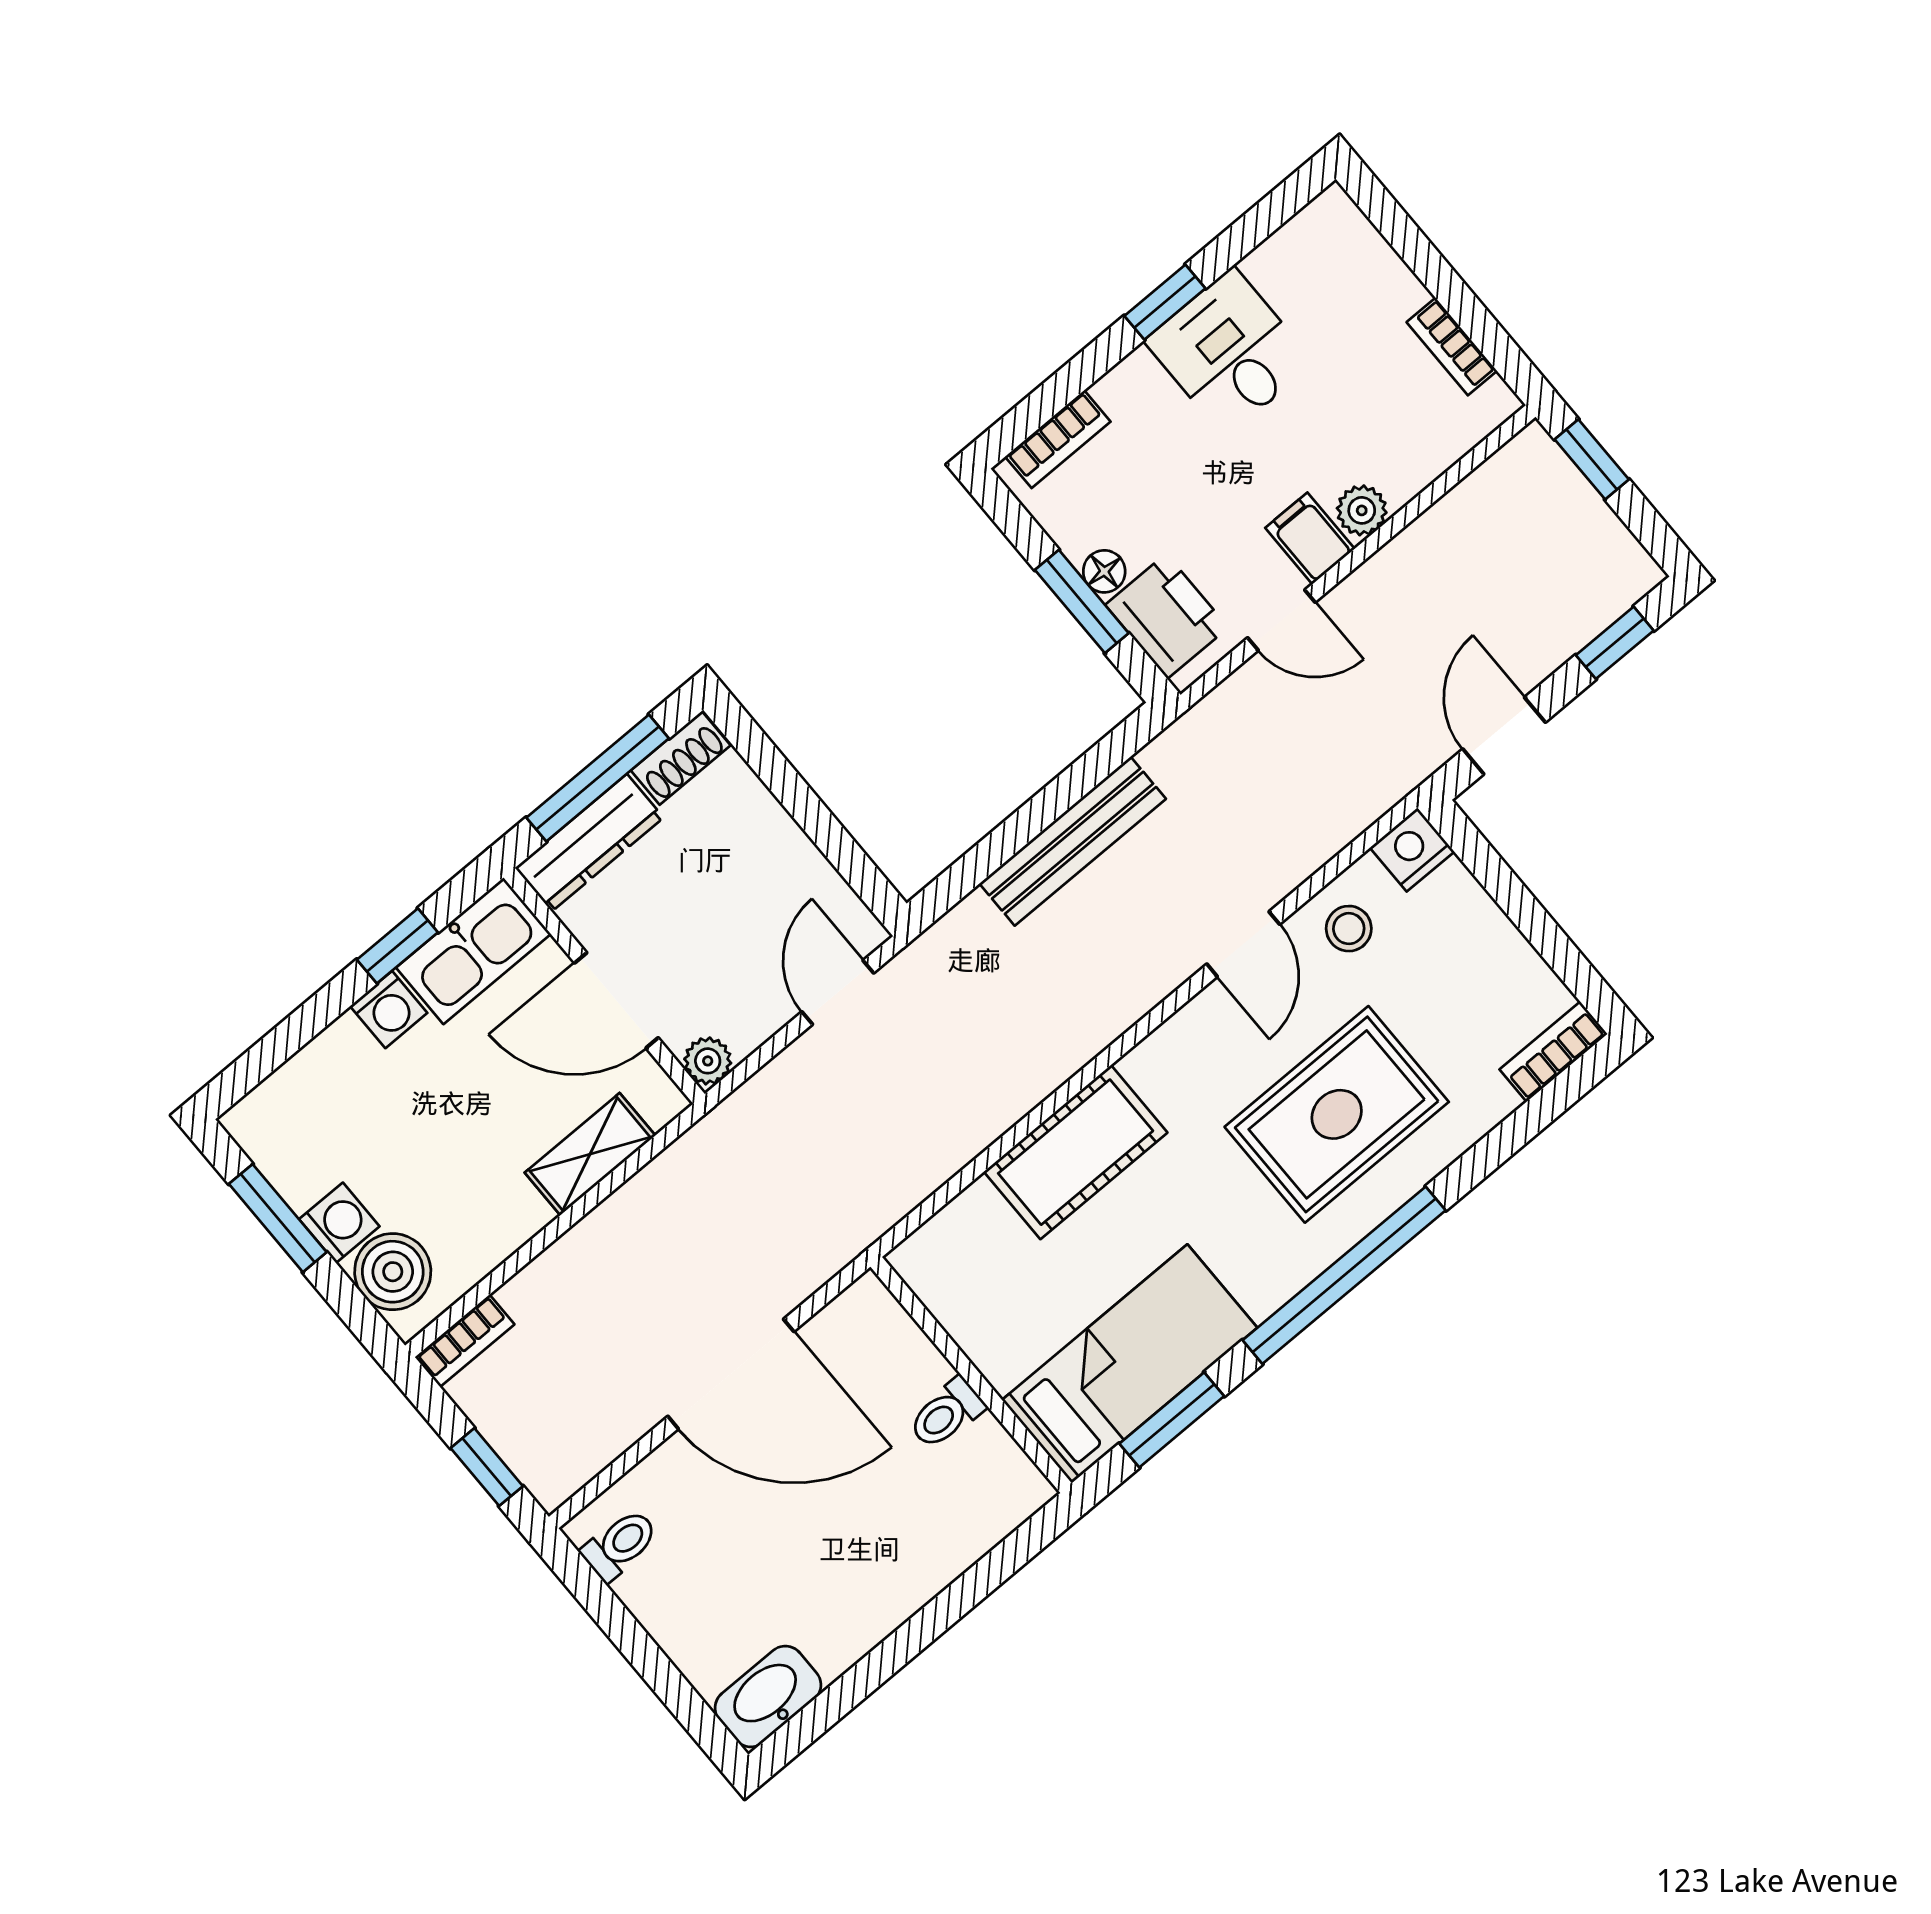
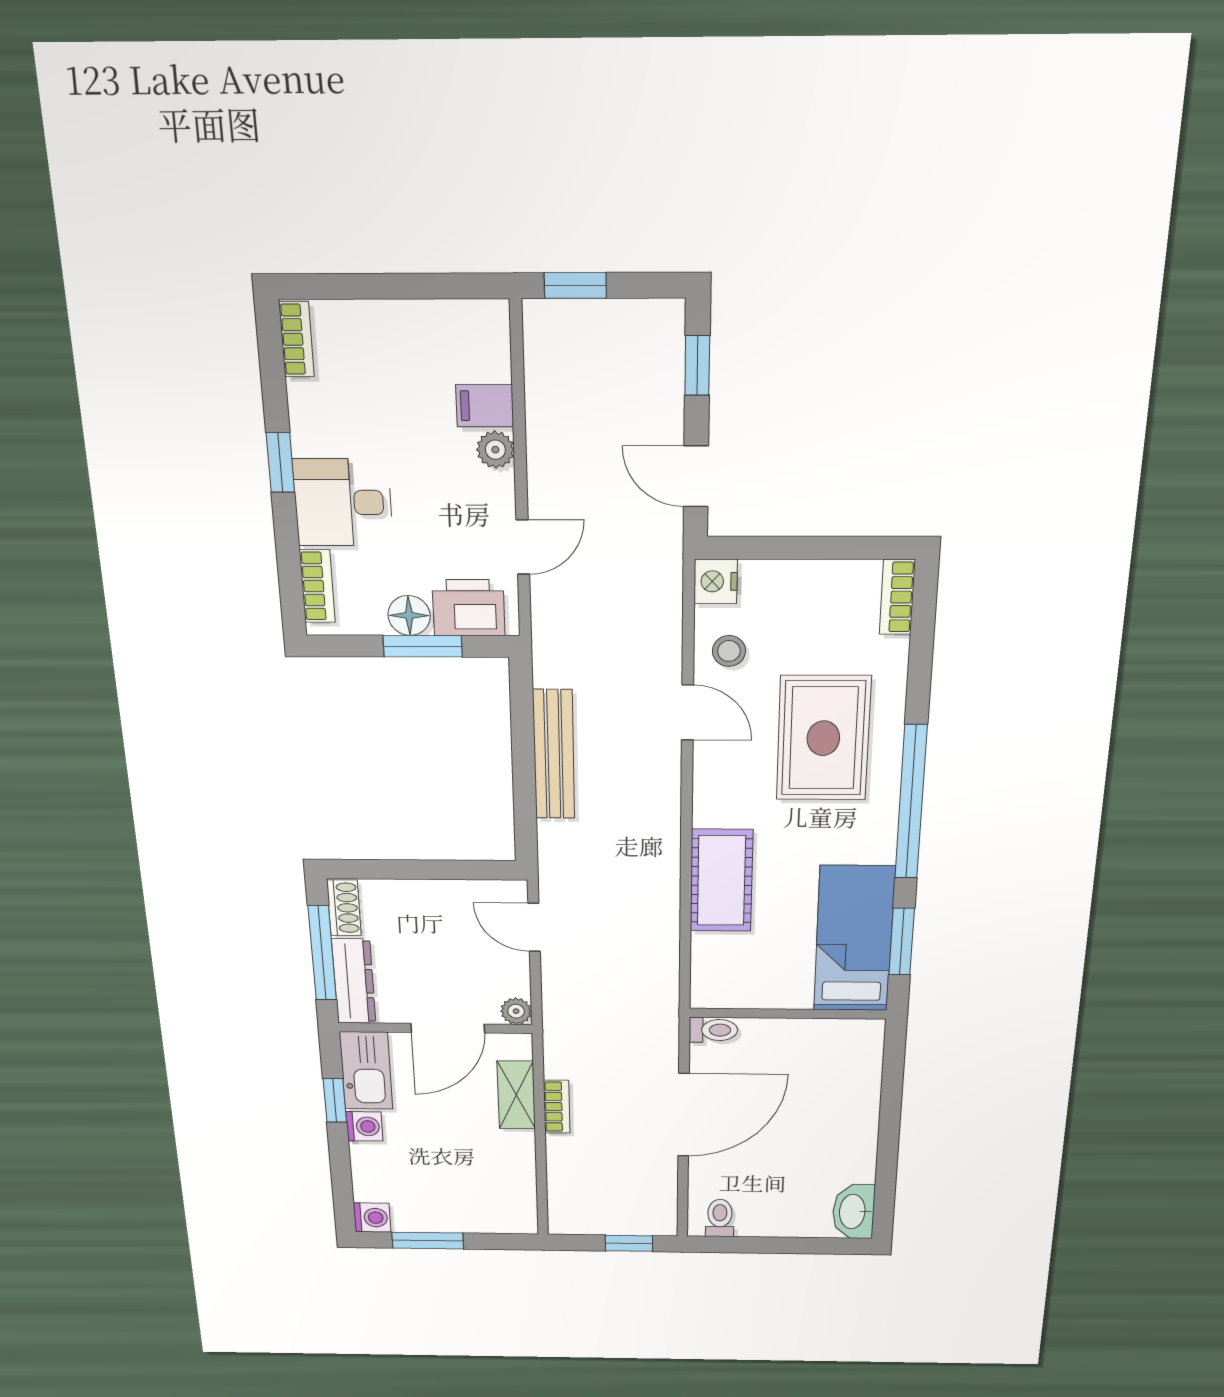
bookcase: (1452, 347) -> (297, 339), moved, turned -90
desk: (1229, 352) -> (343, 503), moved
filing cabinet: (1310, 538) -> (485, 406), moved
floor lamp: (1104, 571) -> (409, 615), width x1.37, depth x1.37
washing machine: (339, 1223) -> (372, 1218), moved, turned 90
boiler: (393, 1272) -> (498, 1214), removed
bookcase: (465, 1341) -> (557, 1107), moved
toilet: (946, 1414) -> (713, 1030), moved, turned -90

